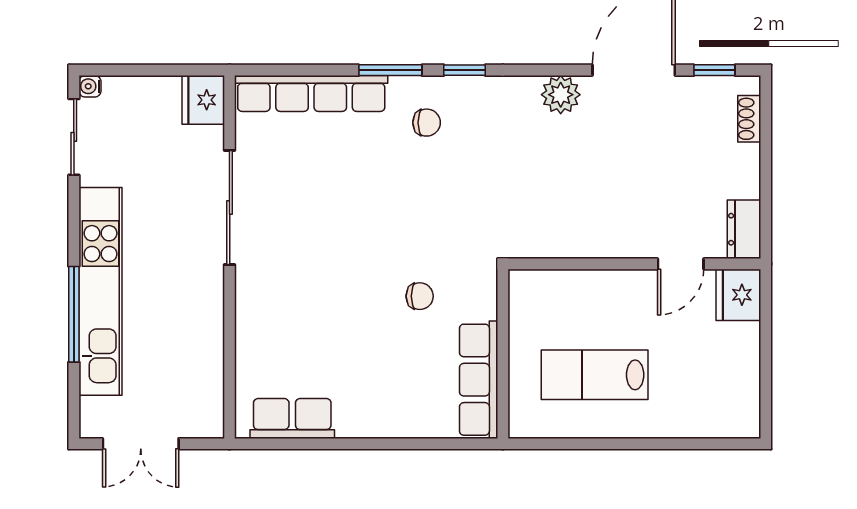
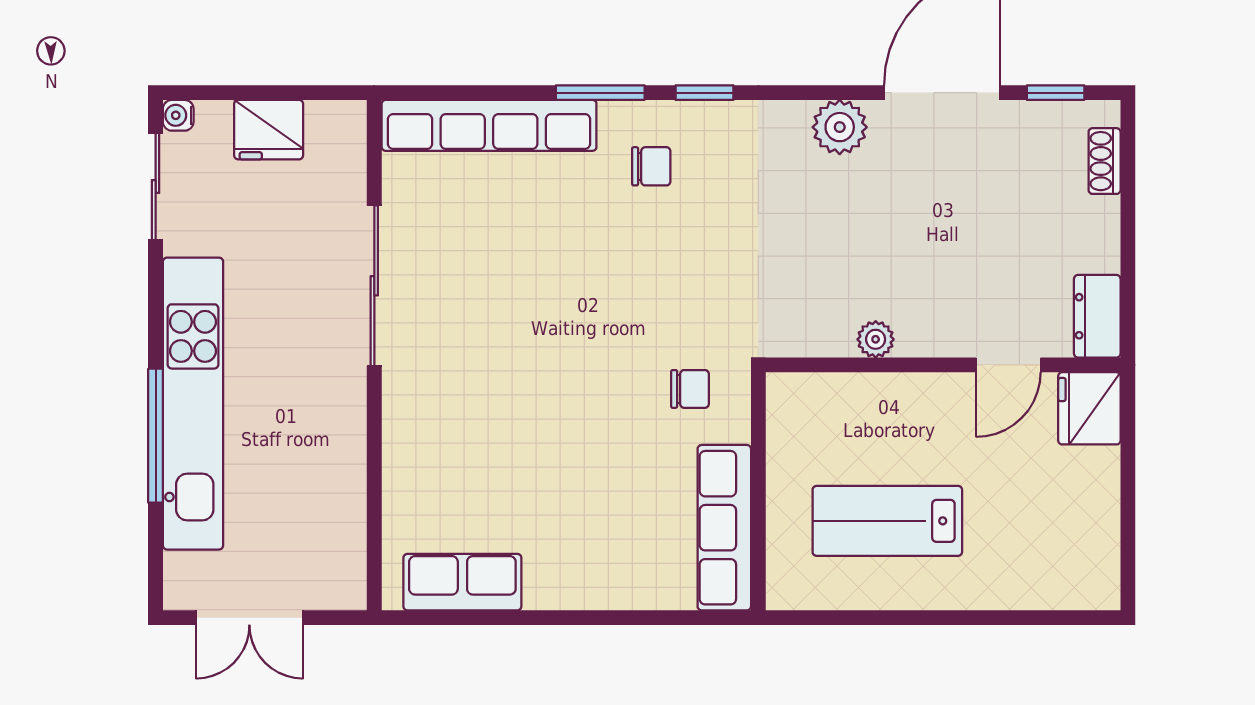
fridge: (203, 100) -> (269, 130), moved, turned -90
plant: (586, 246) -> (876, 339), added
chair: (420, 296) -> (690, 389), moved

